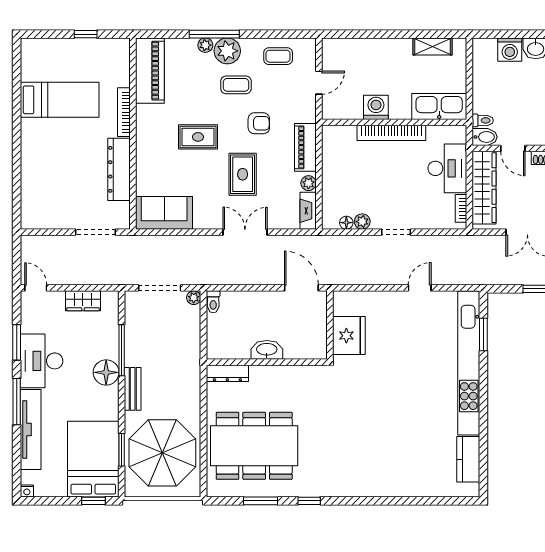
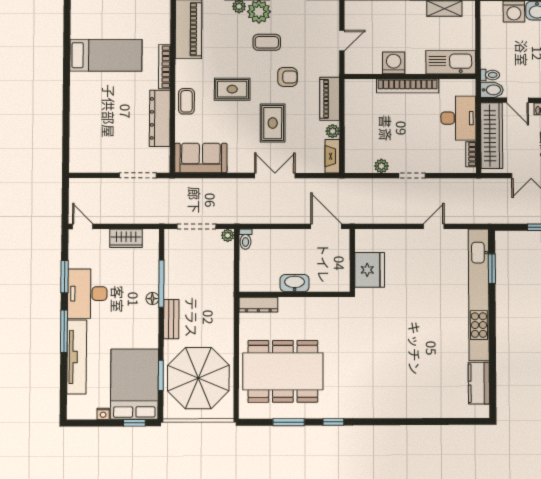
coffee table: (278, 56) -> (186, 101), moved, turned 90
floor lamp: (346, 223) -> (367, 167), removed
floor lamp: (106, 372) -> (152, 299), width x0.53, depth x0.53
nightstand: (27, 491) -> (103, 414), moved

